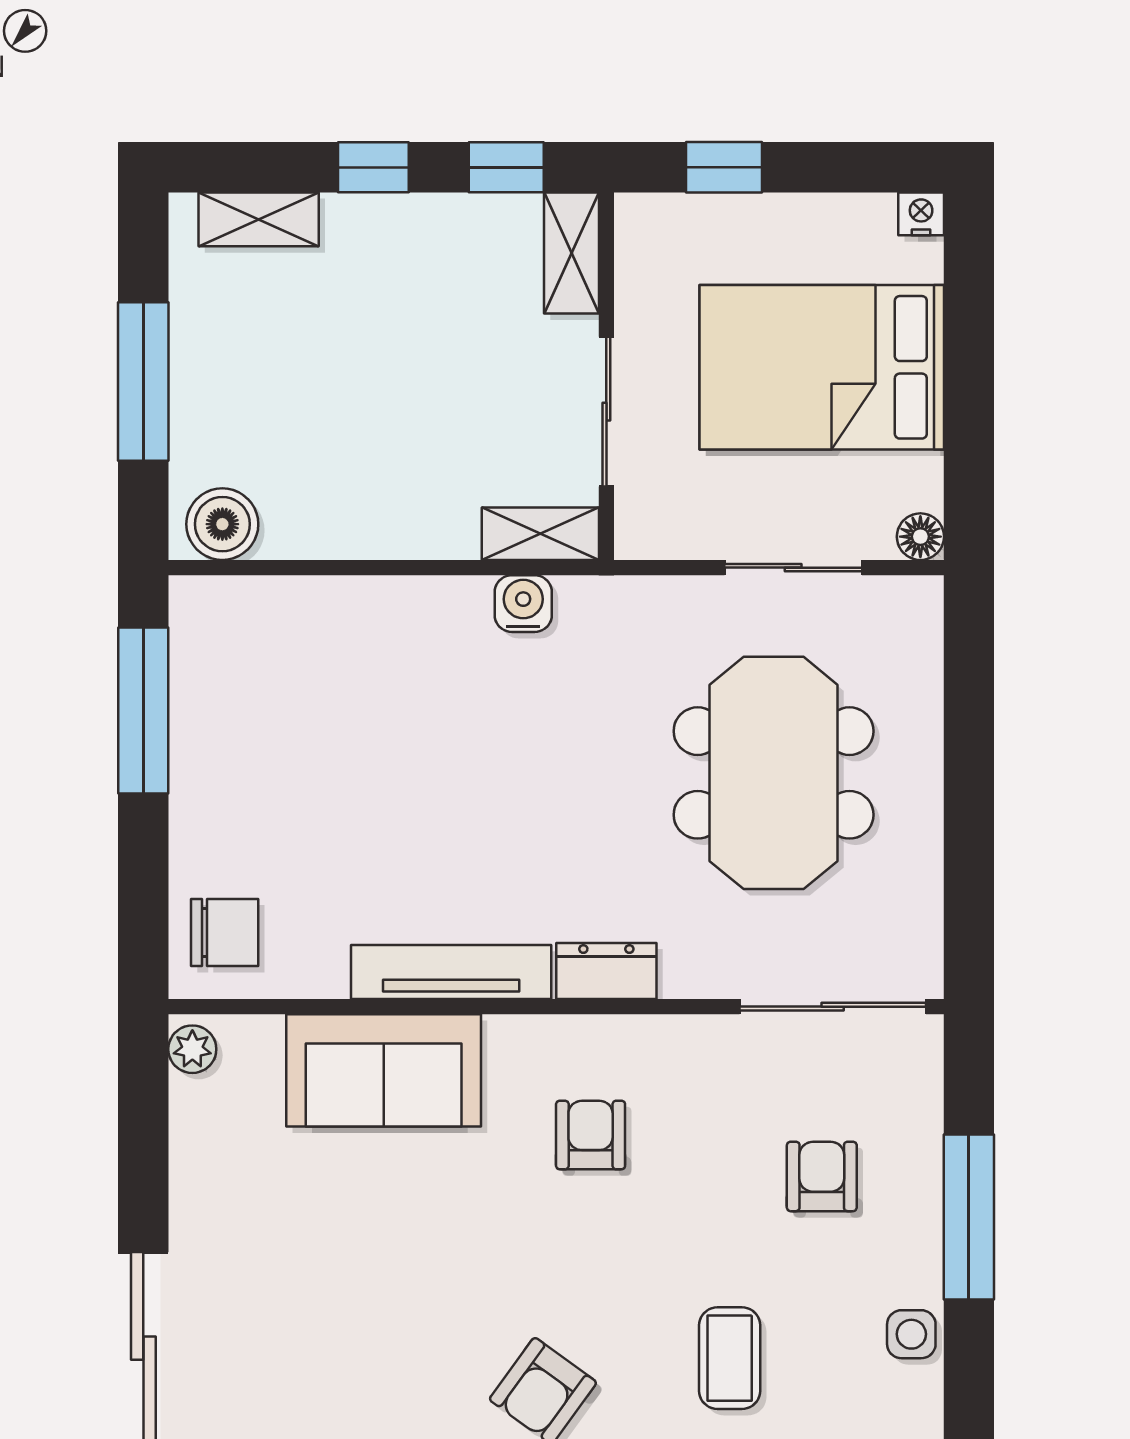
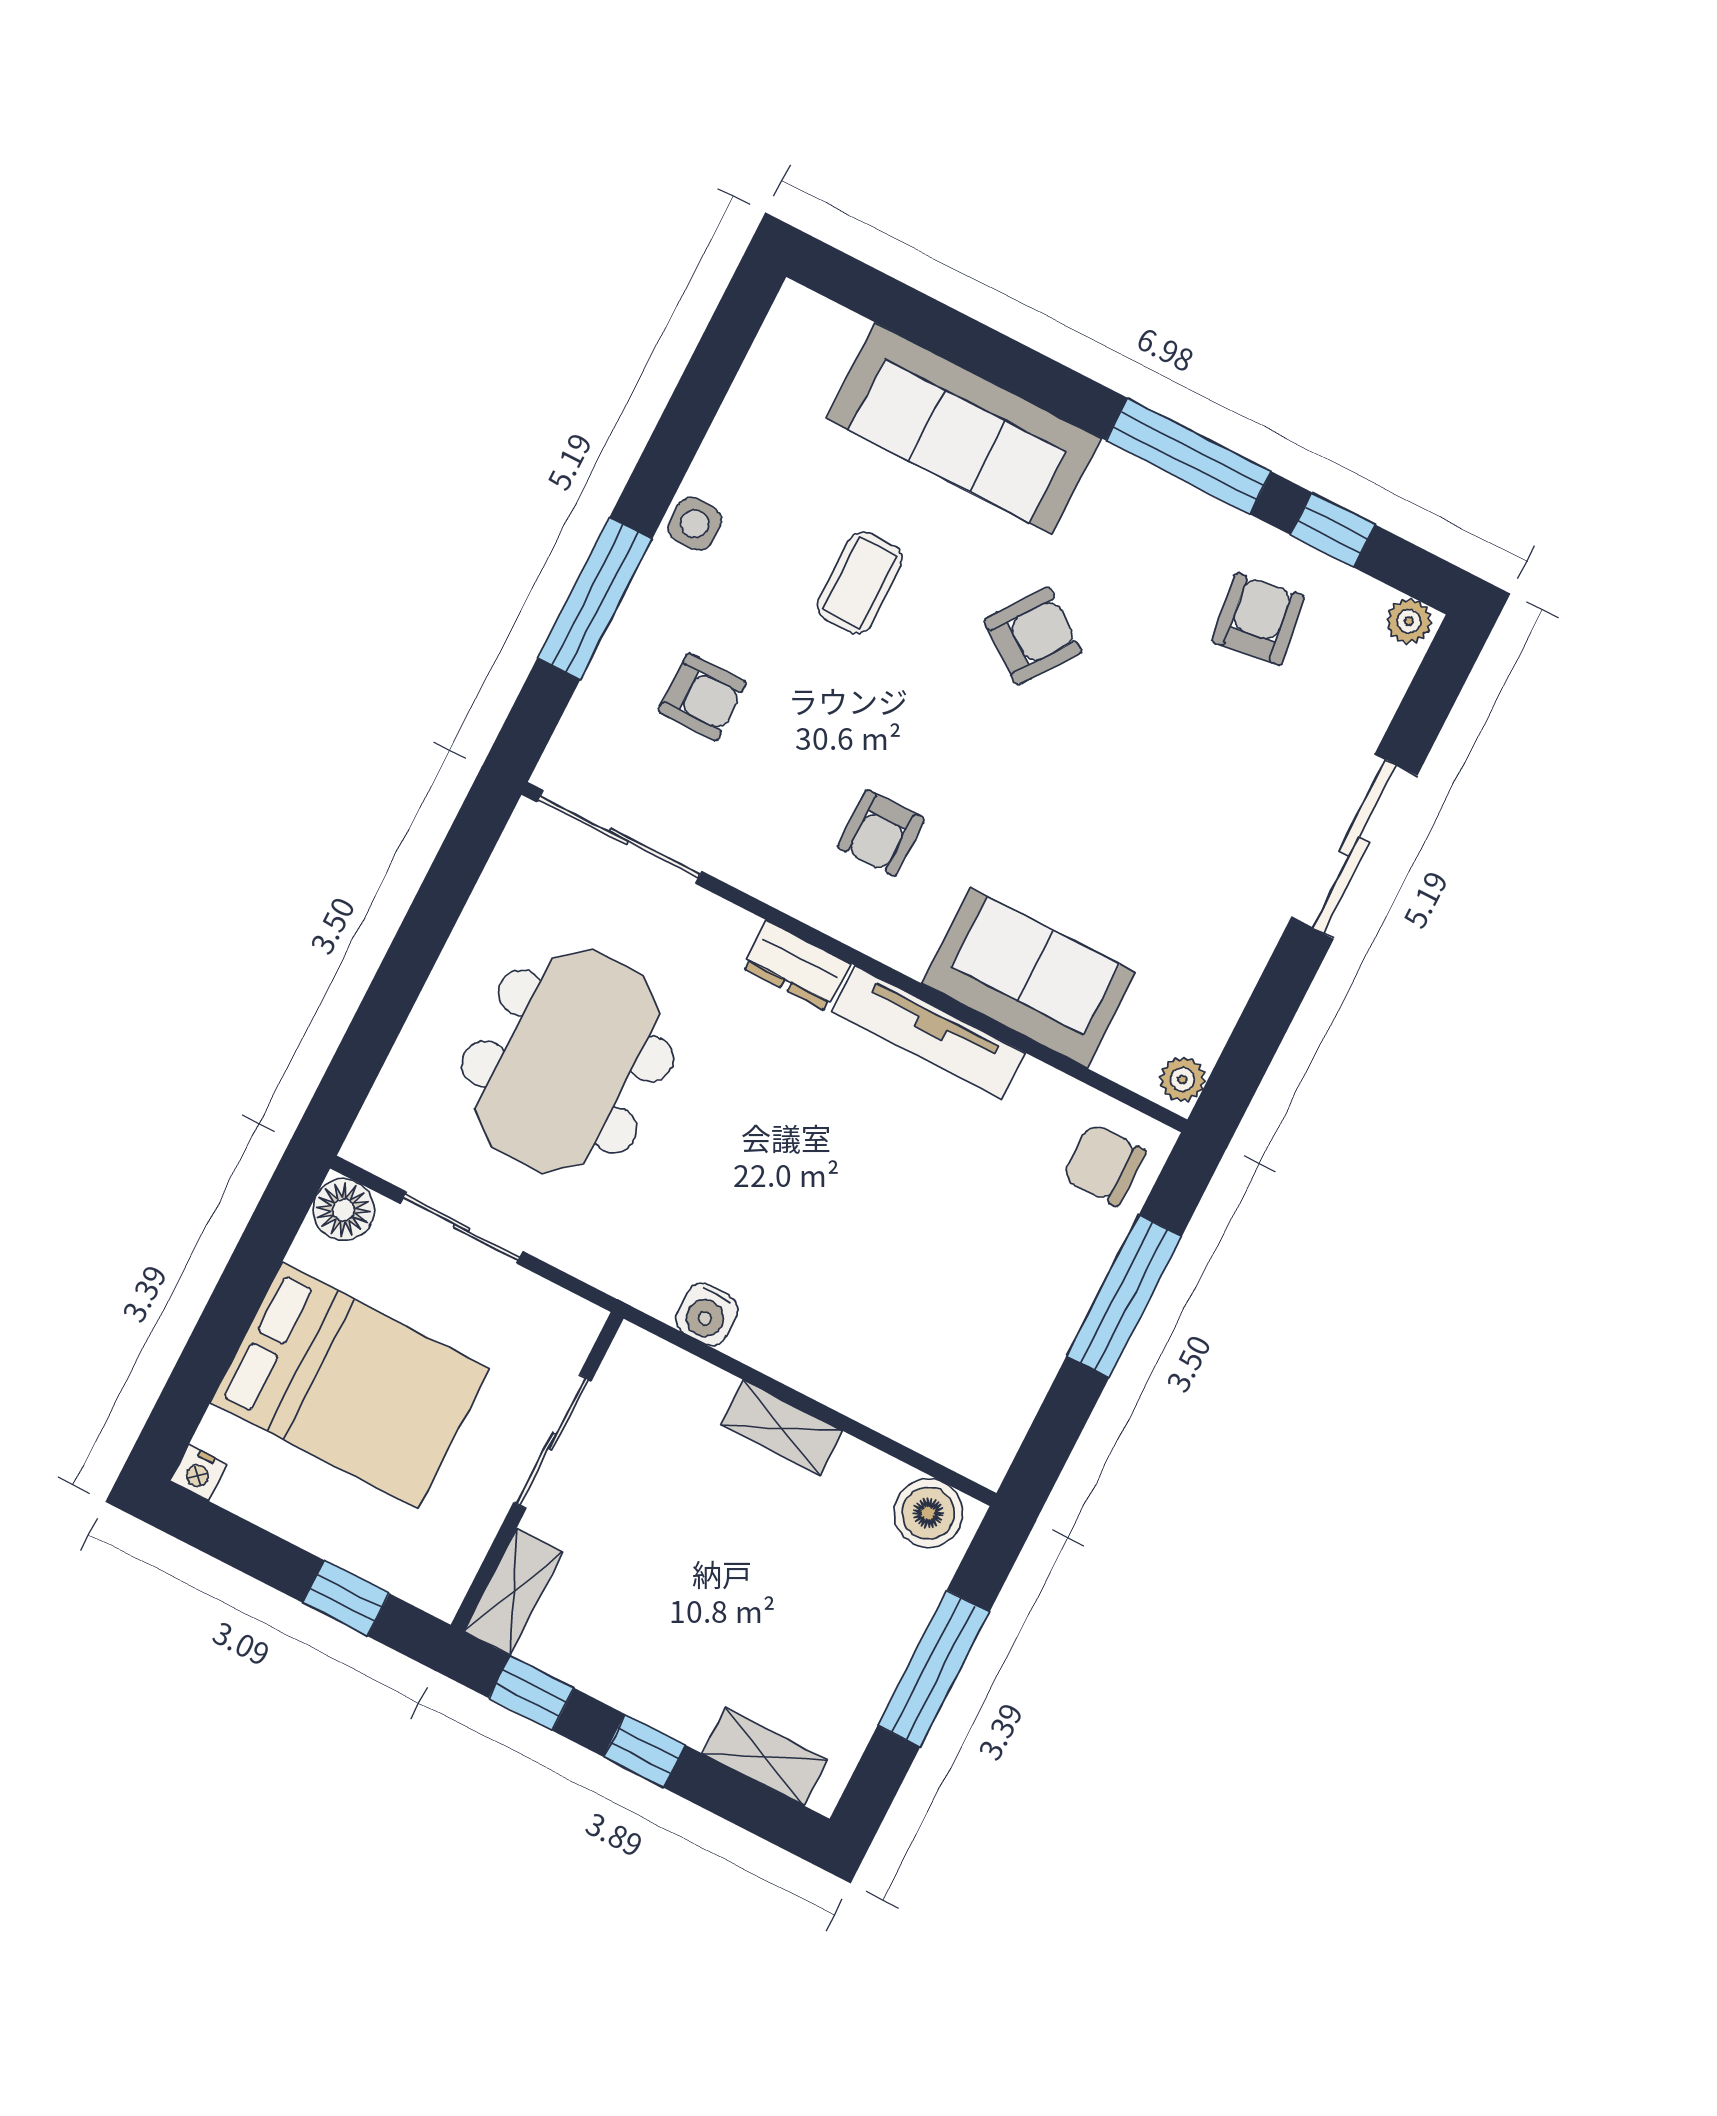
shelving: (540, 534) -> (782, 1428), moved
floor lamp: (920, 537) -> (343, 1210), width x1.37, depth x1.37
window: (143, 711) -> (1124, 1296), moved
armchair: (822, 1176) -> (702, 697), turned -90

